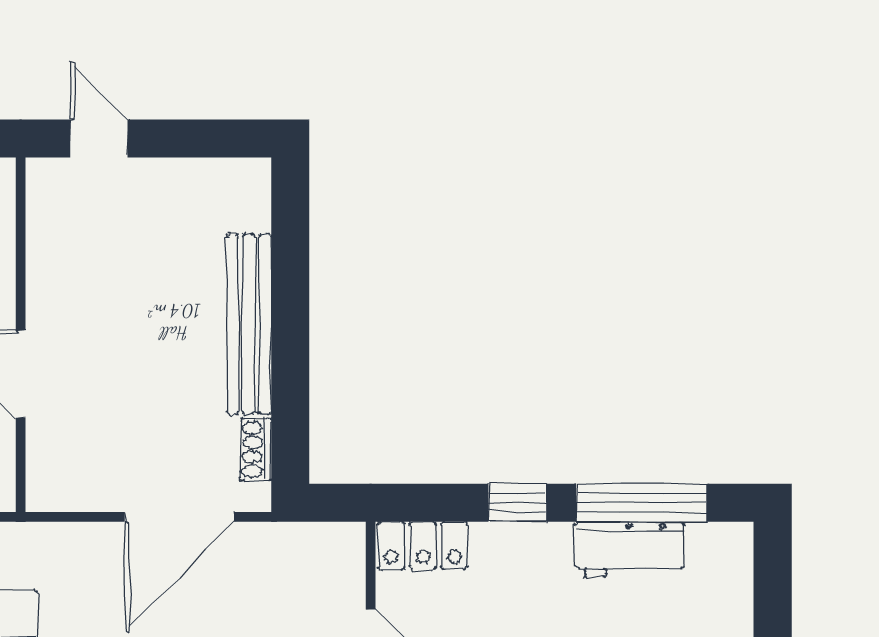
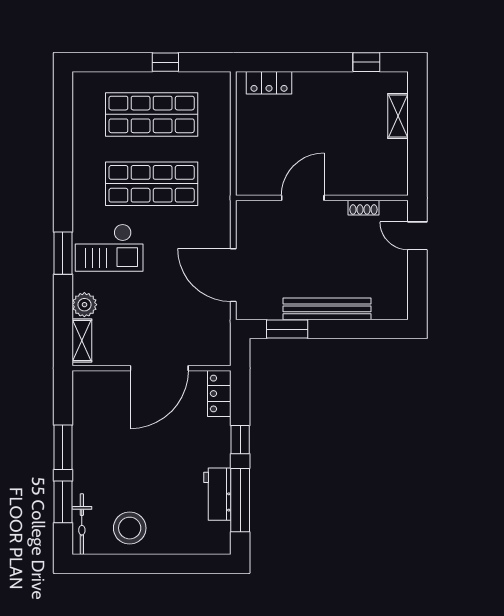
door: (99, 139) -> (417, 236), swing flipped
window: (290, 406) -> (287, 329), added
shoe rack: (256, 450) -> (364, 208), moved, turned 180

